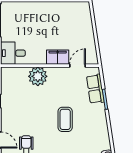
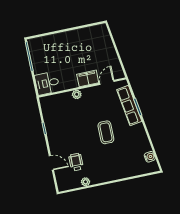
plant: (38, 76) -> (77, 94), width x0.53, depth x0.53
row of seats: (95, 89) -> (129, 106), width x1.48

